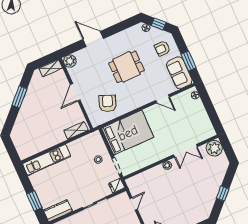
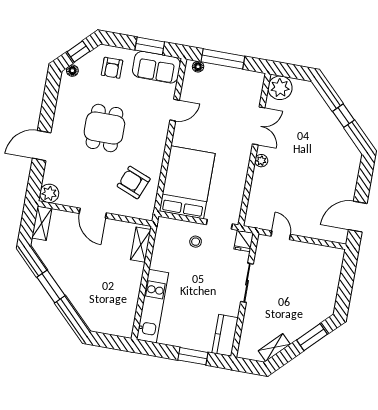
window: (209, 106) -> (223, 59), added

